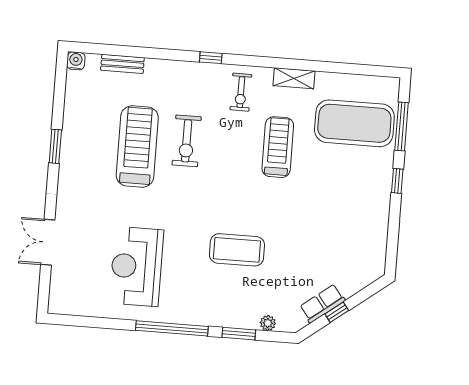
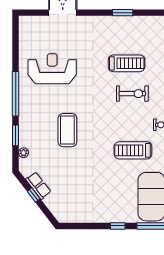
exercise bike: (187, 141) -> (132, 94), turned 180
treadmill: (137, 146) -> (127, 63), width x0.73, depth x0.73
treadmill: (278, 147) -> (133, 150), turned 180

